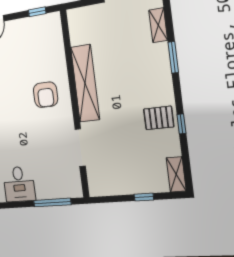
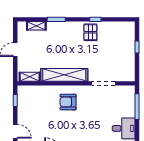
armchair: (46, 95) -> (68, 102), turned 180
shelving: (176, 174) -> (30, 77), moved

